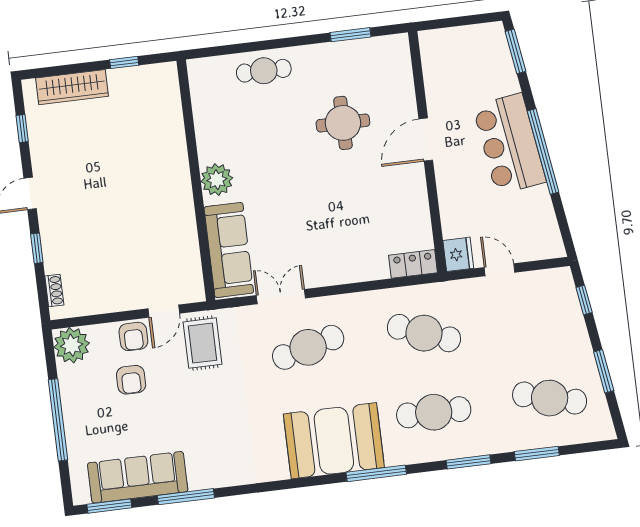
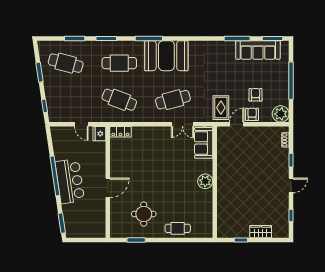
wardrobe: (72, 87) -> (261, 232), width x0.67
round table: (343, 123) -> (144, 214), moved
sofa: (229, 250) -> (204, 143), width x0.73

